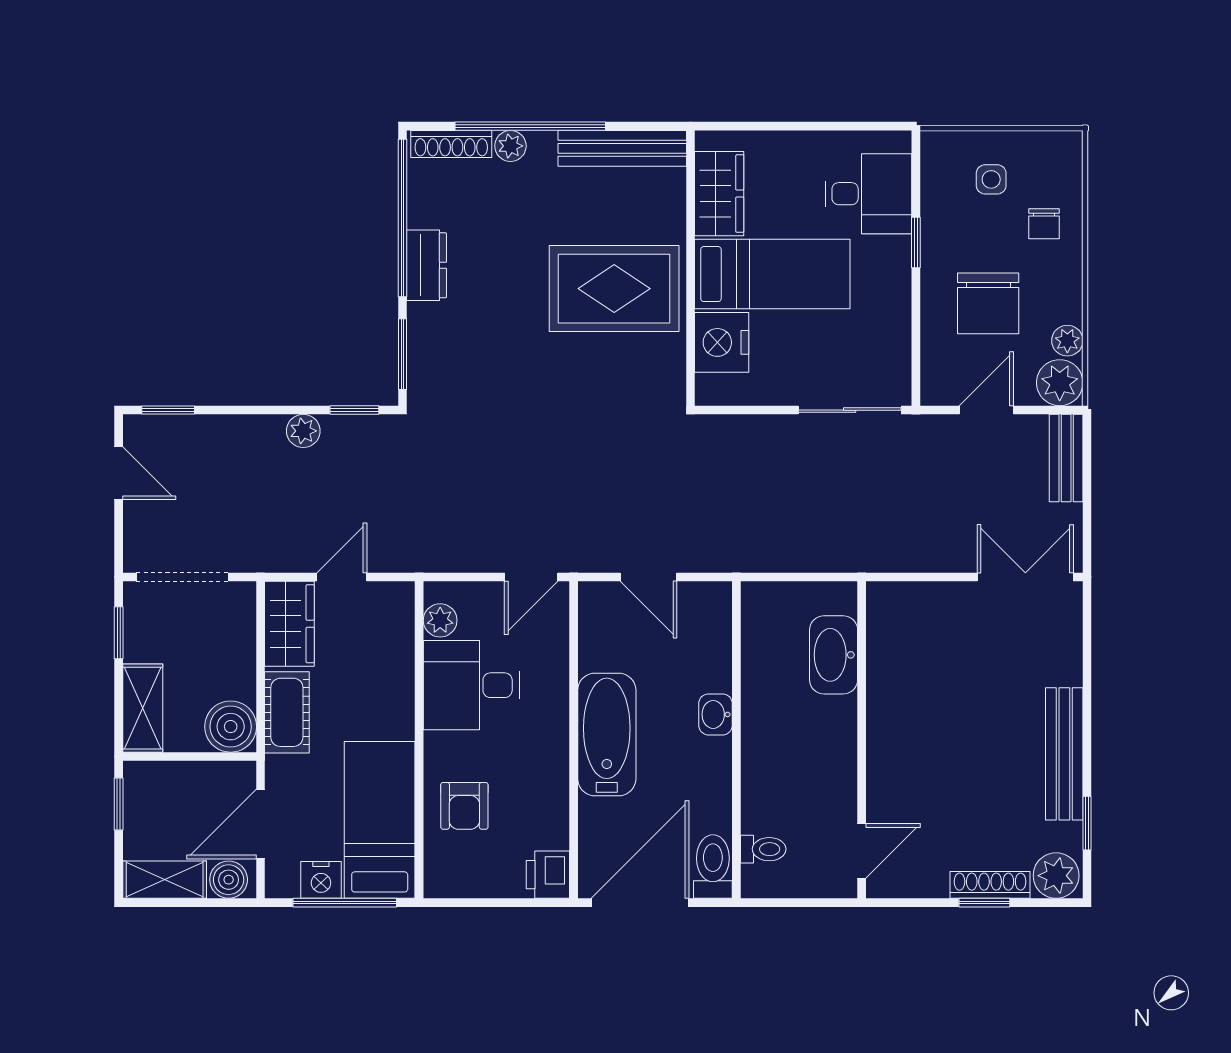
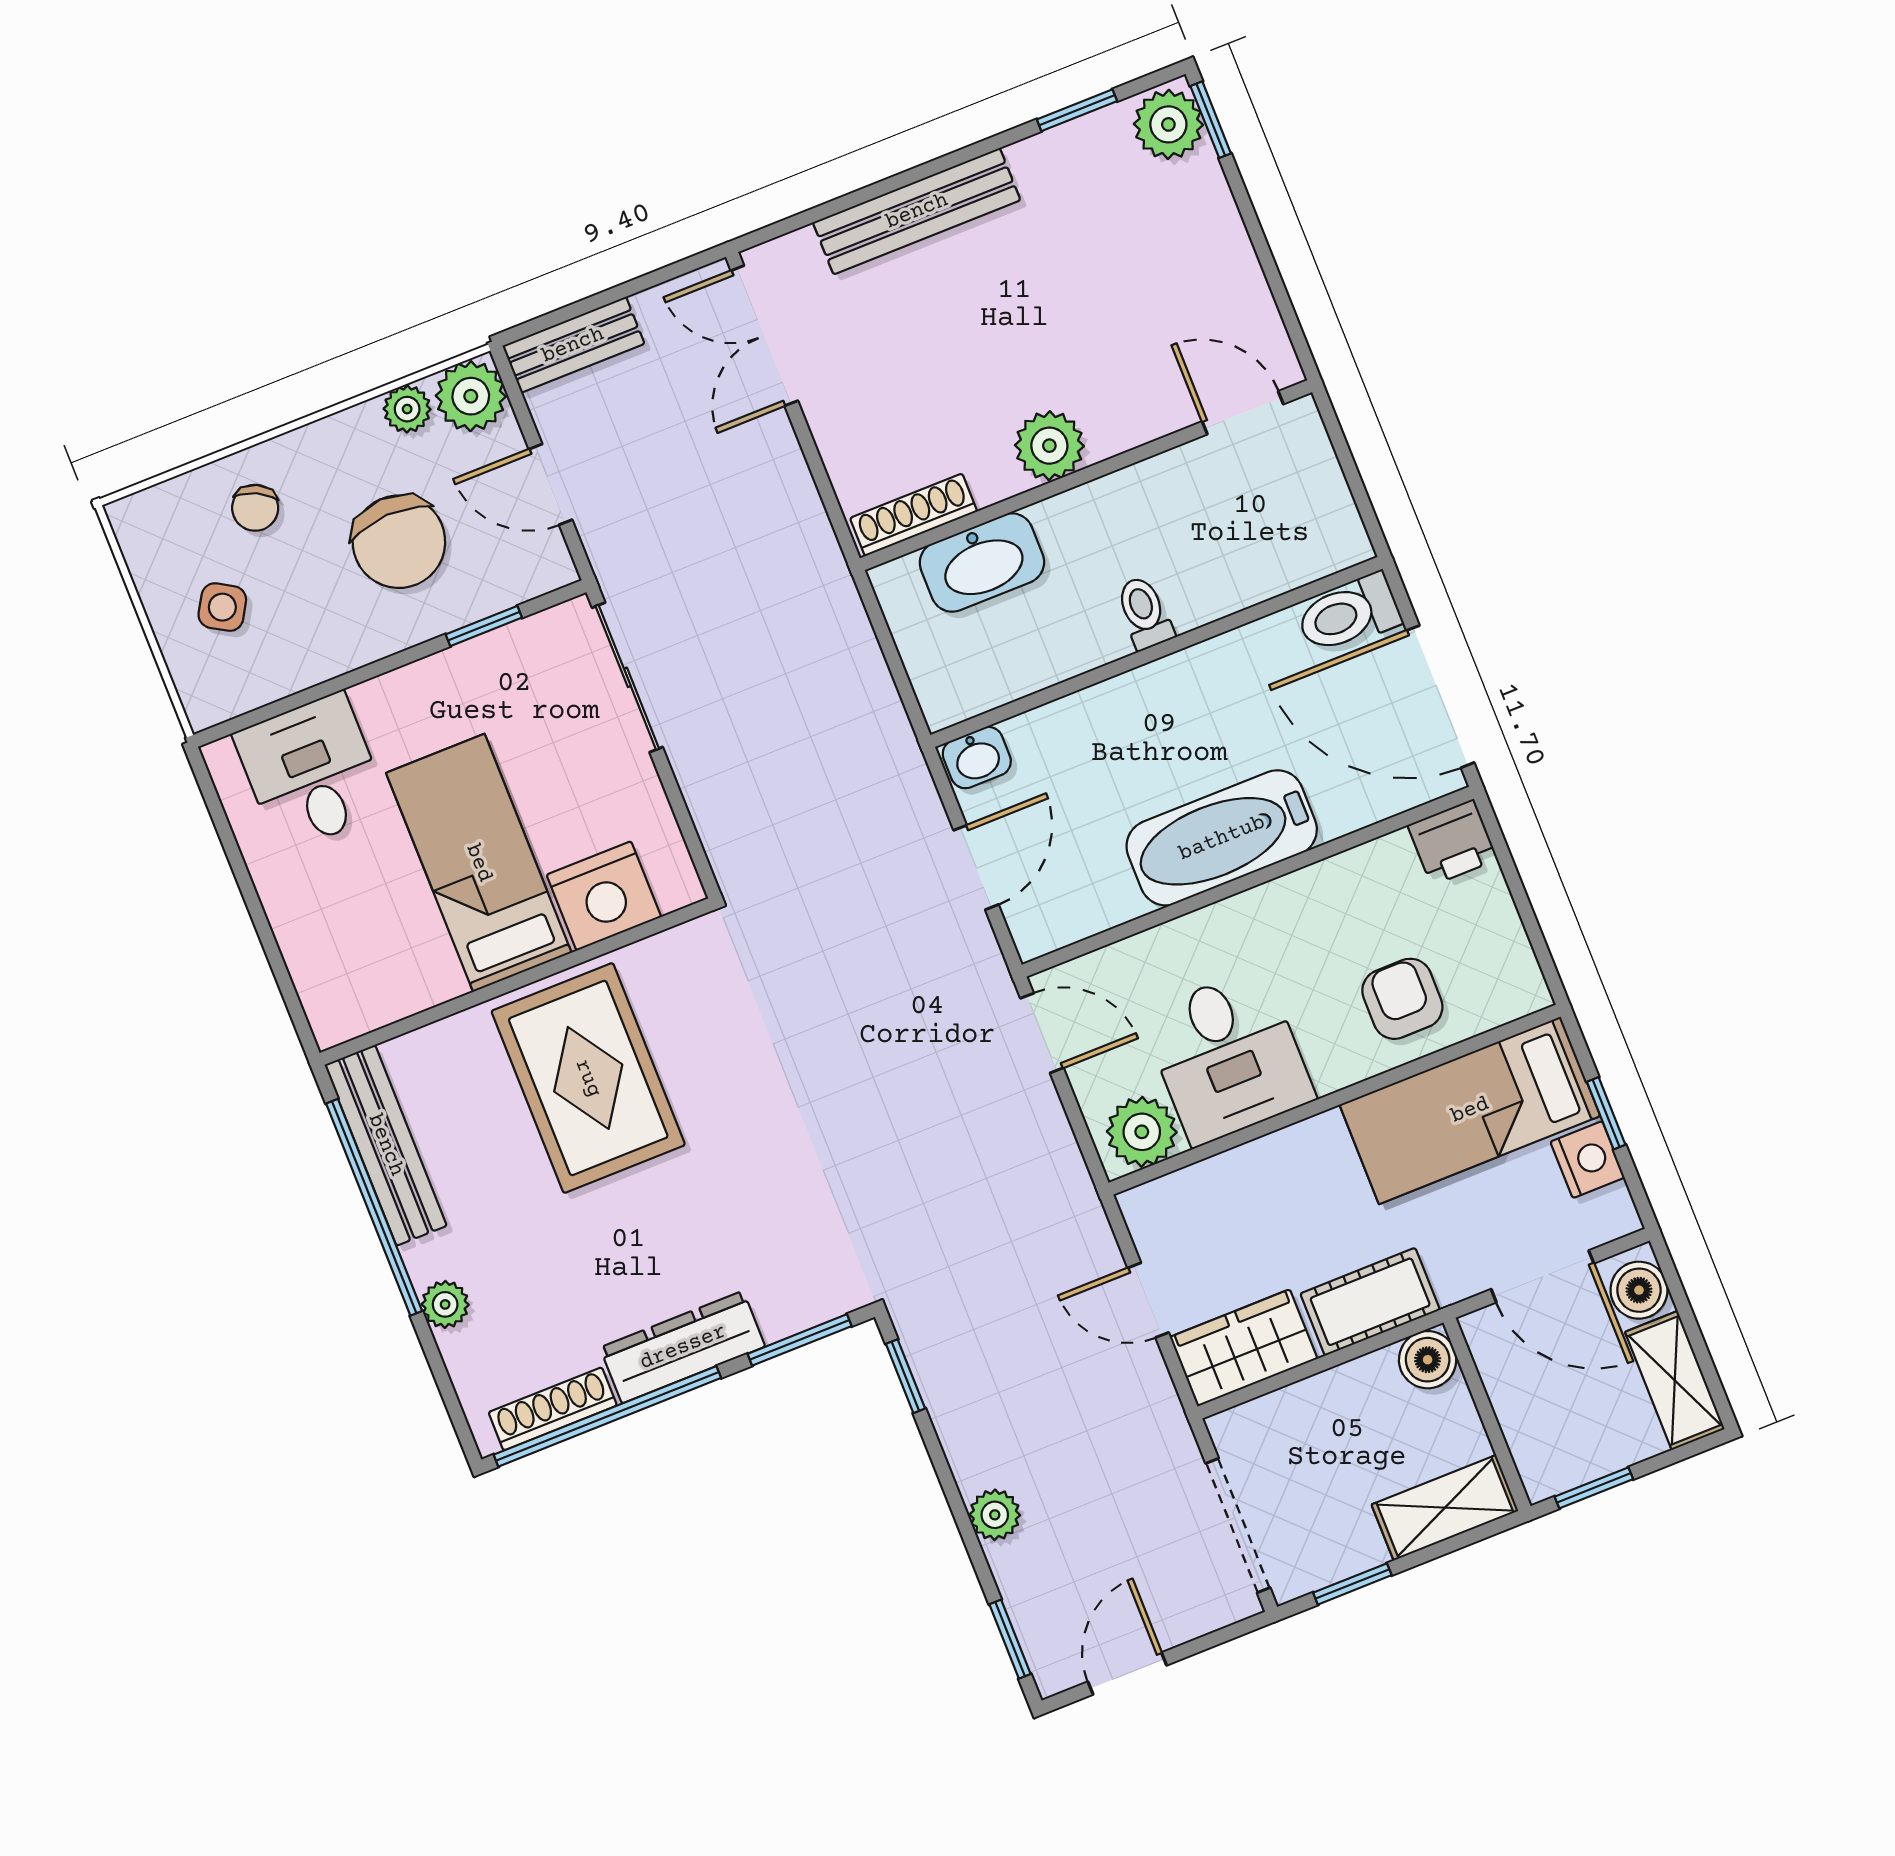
window: (530, 126) -> (374, 1207), moved
shoe rack: (451, 144) -> (553, 1409), moved, turned -90
side table: (991, 179) -> (222, 607), turned 31
wardrobe: (719, 194) -> (395, 983), removed
chair: (1044, 224) -> (255, 508), turned 116
window: (916, 243) -> (484, 626), moved
dresser: (427, 265) -> (683, 1347), width x1.44
chair: (988, 303) -> (399, 542), turned 88
plant: (303, 431) -> (995, 1515), moved
plant: (440, 620) -> (1142, 1132), width x1.38, depth x1.38
washbasin: (716, 714) -> (977, 758), moved
plant: (889, 725) -> (1049, 446), added
boiler: (231, 727) -> (1428, 1360), width x0.73, depth x0.73
bench: (1064, 754) -> (917, 211), moved
armchair: (464, 806) -> (1402, 999), turned -90
toilet: (763, 849) -> (1144, 613), moved
shoe rack: (990, 885) -> (914, 515), moved, turned 90
window: (345, 903) -> (1606, 1113), width x0.46
window: (984, 903) -> (1211, 120), moved

